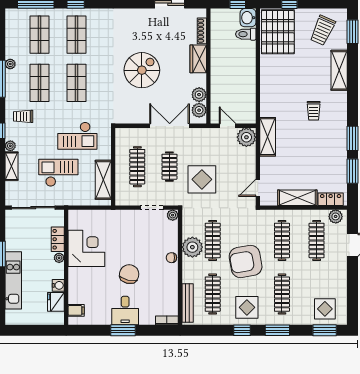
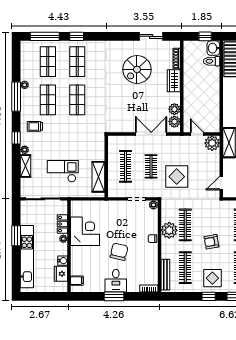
spiral stairs: (142, 70) -> (137, 69), moved, turned 180
checkout: (77, 136) -> (78, 142), removed
armchair: (246, 261) -> (211, 242), width x0.53, depth x0.53
kitchen unit: (13, 280) -> (27, 257), width x1.36

